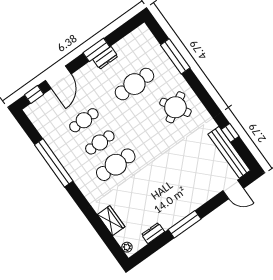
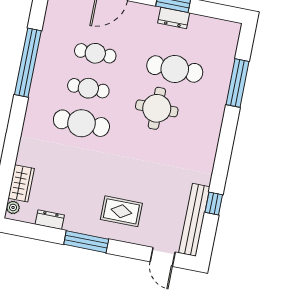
round table: (175, 107) -> (157, 108), moved, turned 31
rug: (186, 189) -> (121, 211), added
wardrobe: (111, 221) -> (21, 183), moved

